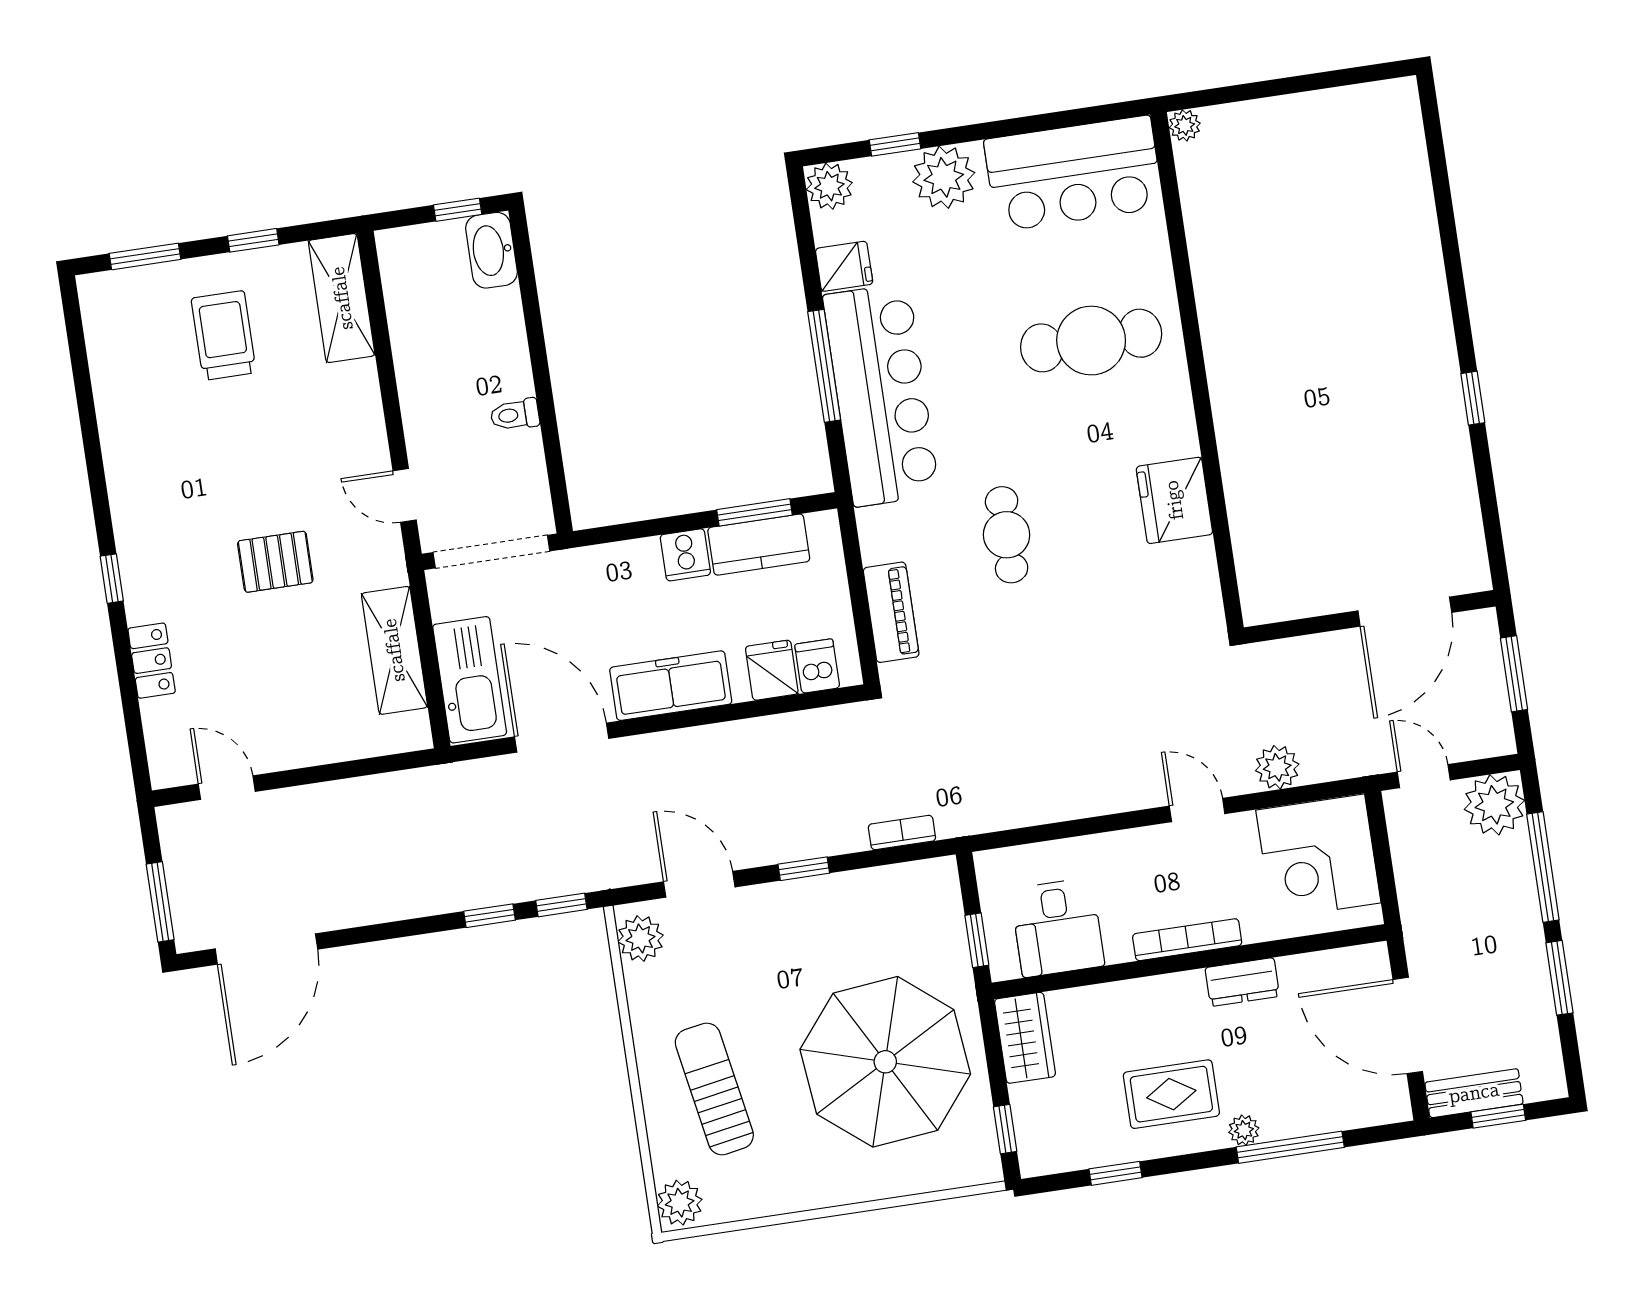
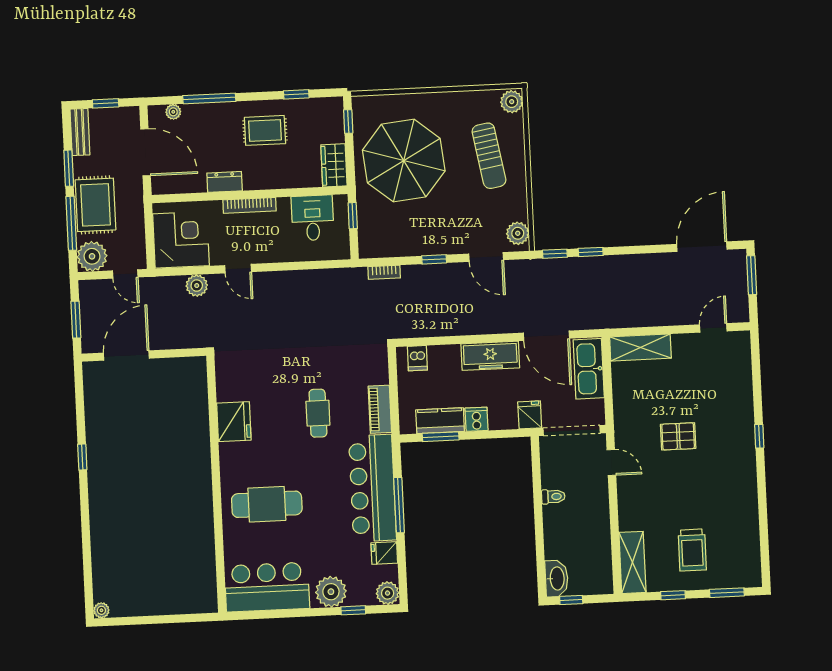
plant: (1185, 125) -> (101, 610), moved
piano: (891, 612) -> (380, 409), moved
shelving: (394, 650) -> (640, 348), moved, turned 90
locker: (152, 661) -> (744, 394), removed
fridge: (772, 670) -> (530, 415), moved, turned 180
door: (227, 788) -> (713, 328), swing flipped
rug: (1498, 909) -> (95, 205), added
bench: (1474, 1093) -> (80, 132), moved, turned 90
plant: (1244, 1130) -> (173, 112), moved

